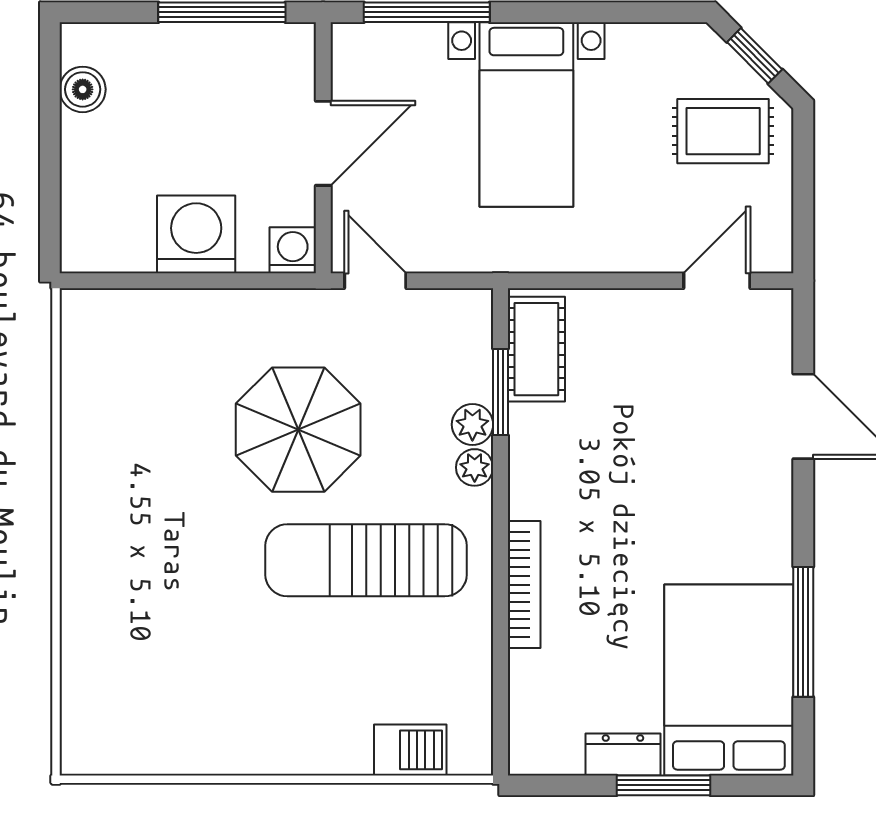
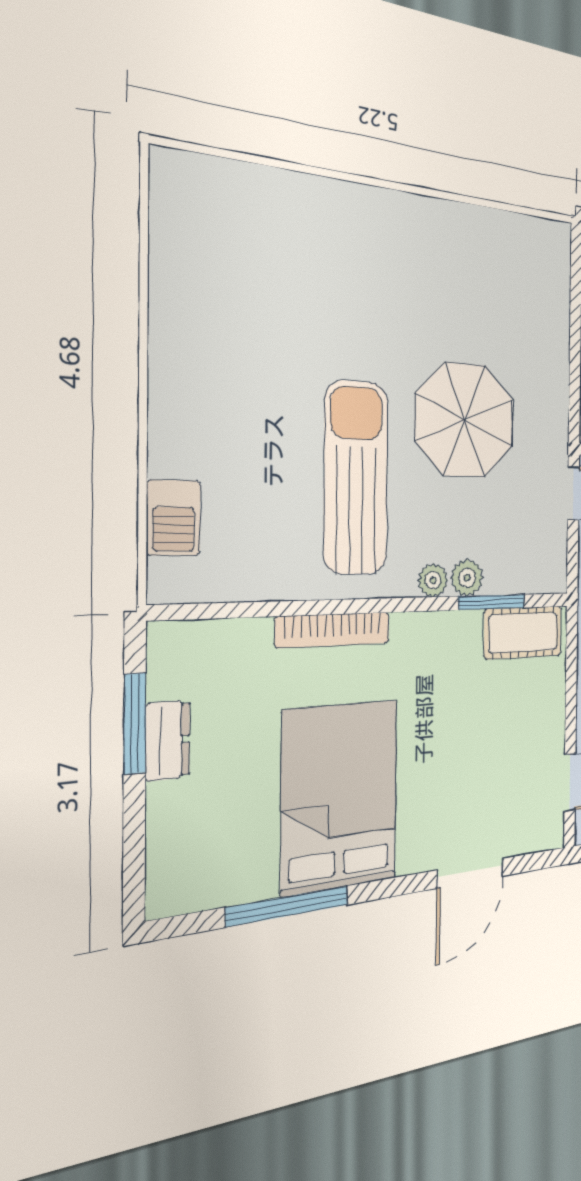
bed: (729, 680) -> (340, 796), moved, turned -90
window: (663, 785) -> (135, 724), moved

